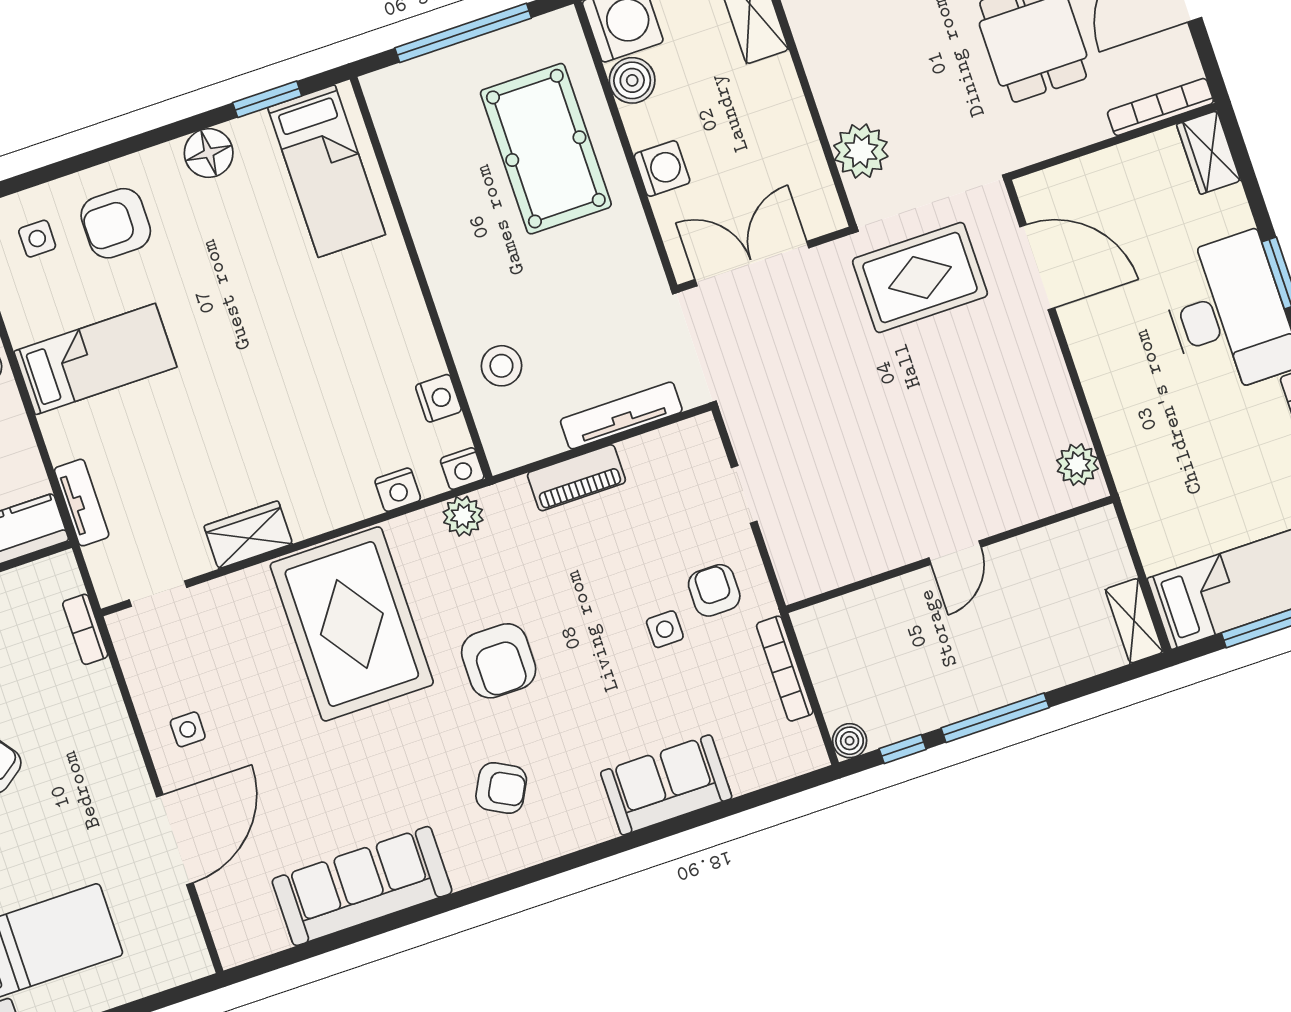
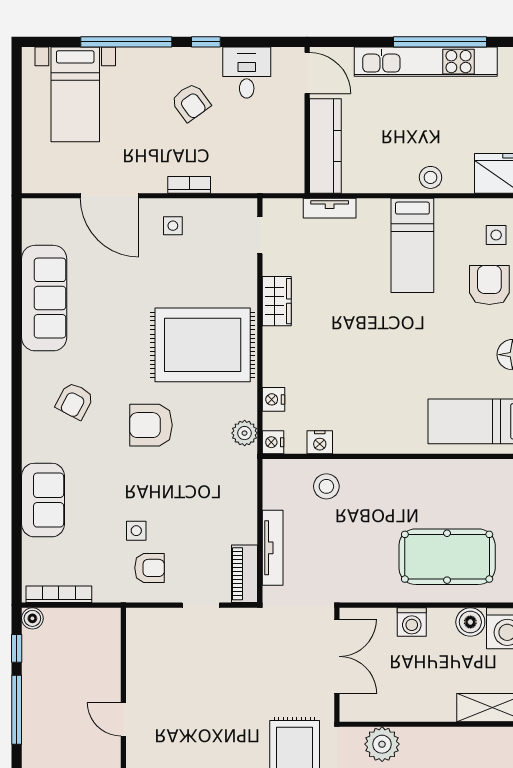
piano: (576, 478) -> (244, 574), moved
bookcase: (85, 629) -> (189, 185), moved
bookcase: (785, 669) -> (59, 594), moved

